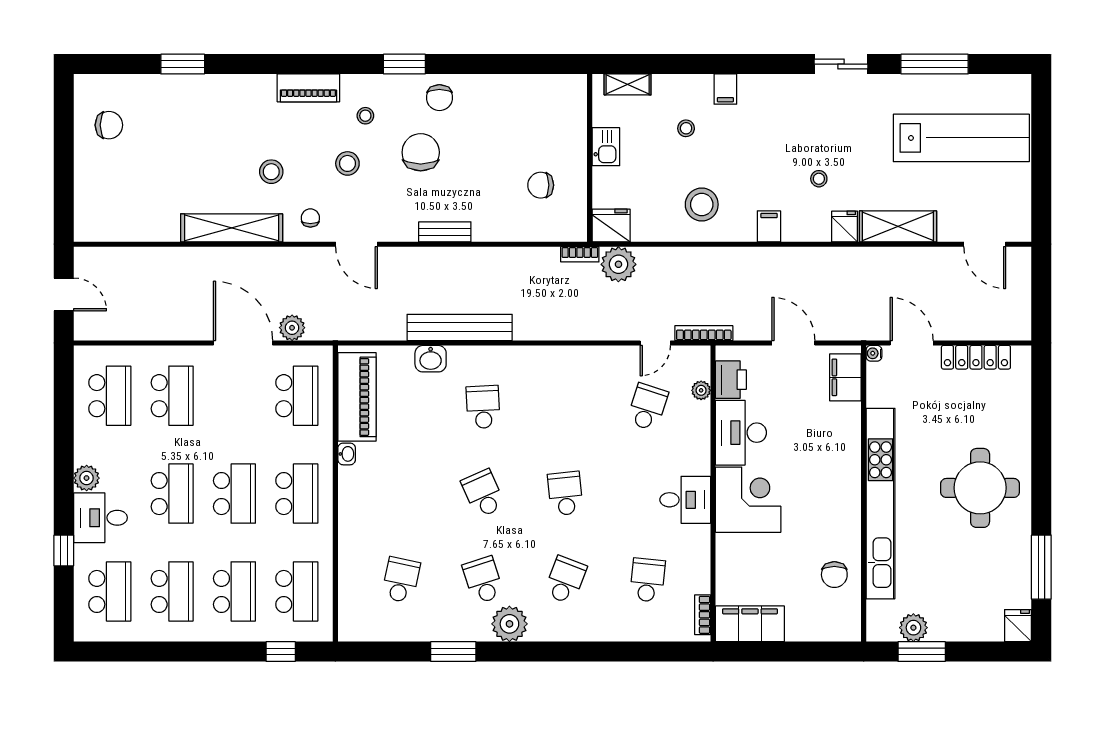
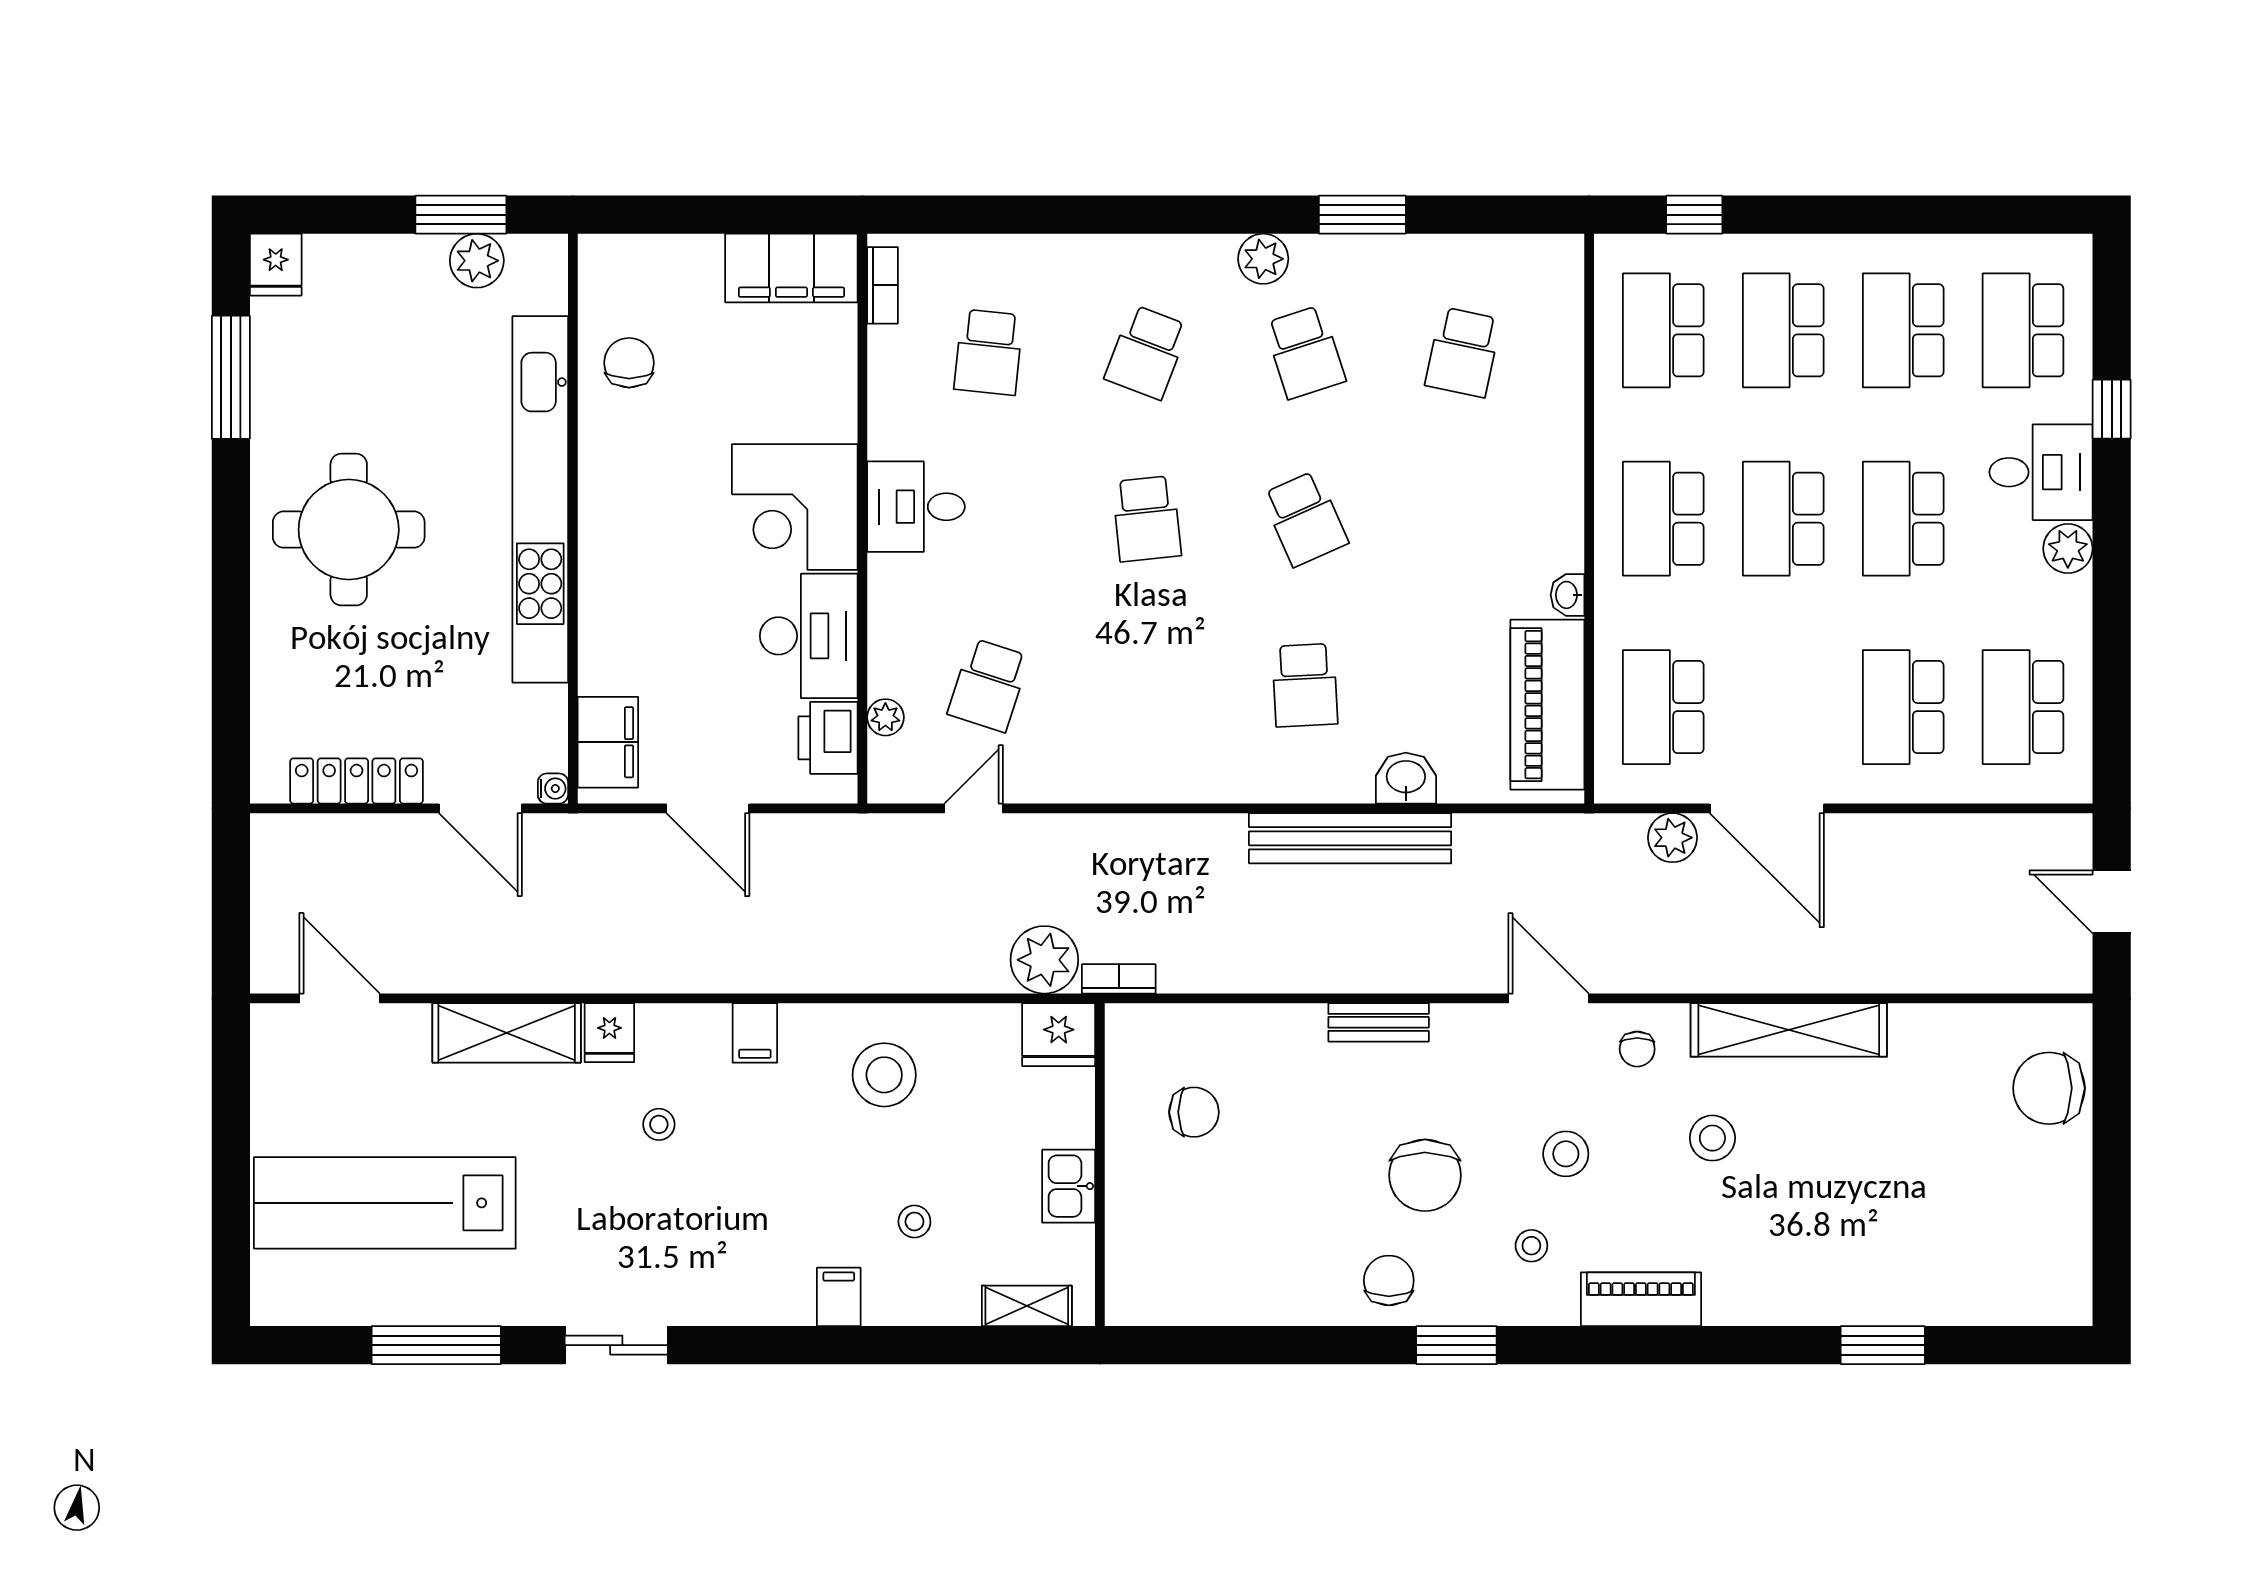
chair: (109, 125) -> (2049, 1088), moved, width x1.37, depth x1.37
bookcase: (704, 333) -> (880, 827), removed
plant: (509, 624) -> (1263, 259), width x0.73, depth x0.73

